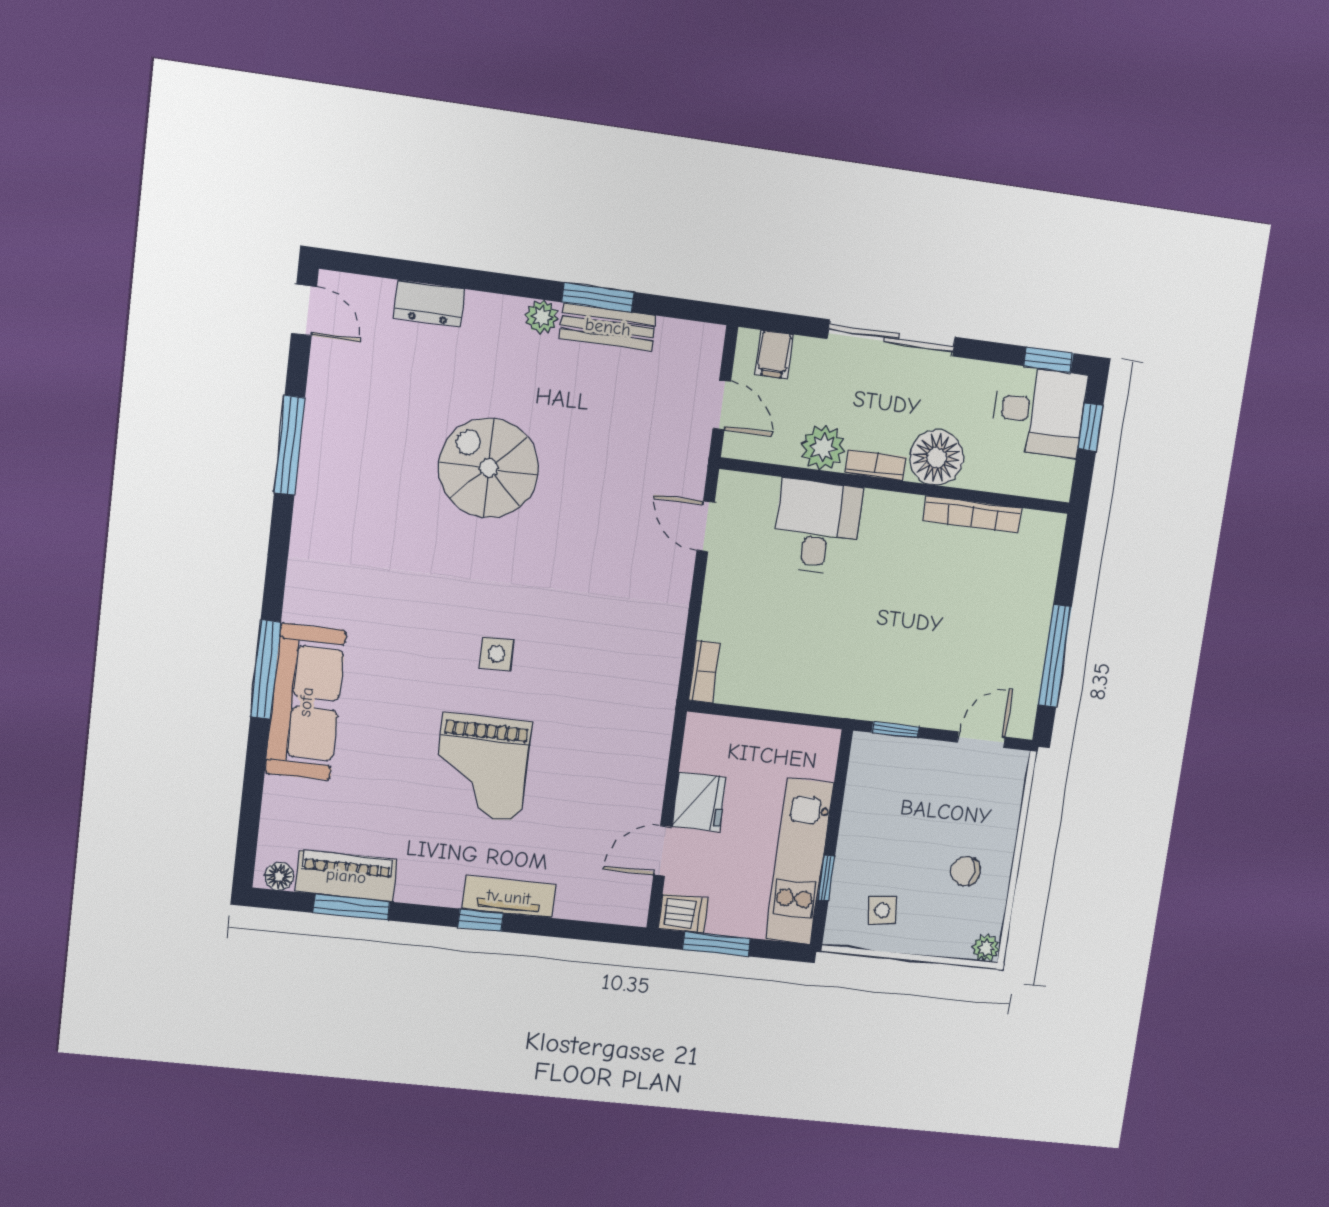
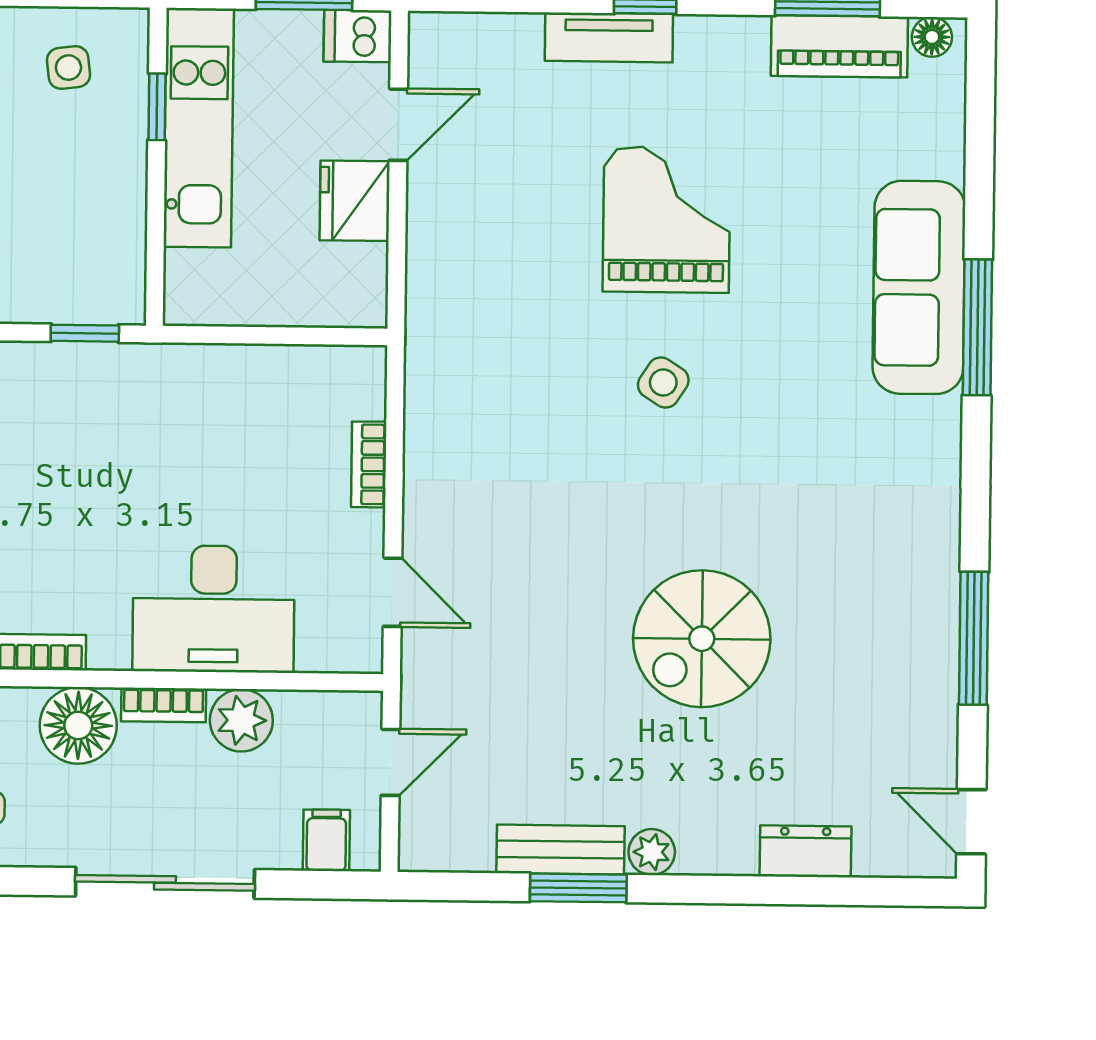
door: (722, 405) -> (390, 762), swing flipped
spiral stairs: (489, 468) -> (702, 639), turned 90
desk: (817, 527) -> (214, 609), width x1.37
side table: (497, 654) -> (663, 382), turned 33
bookcase: (704, 672) -> (369, 464), moved

